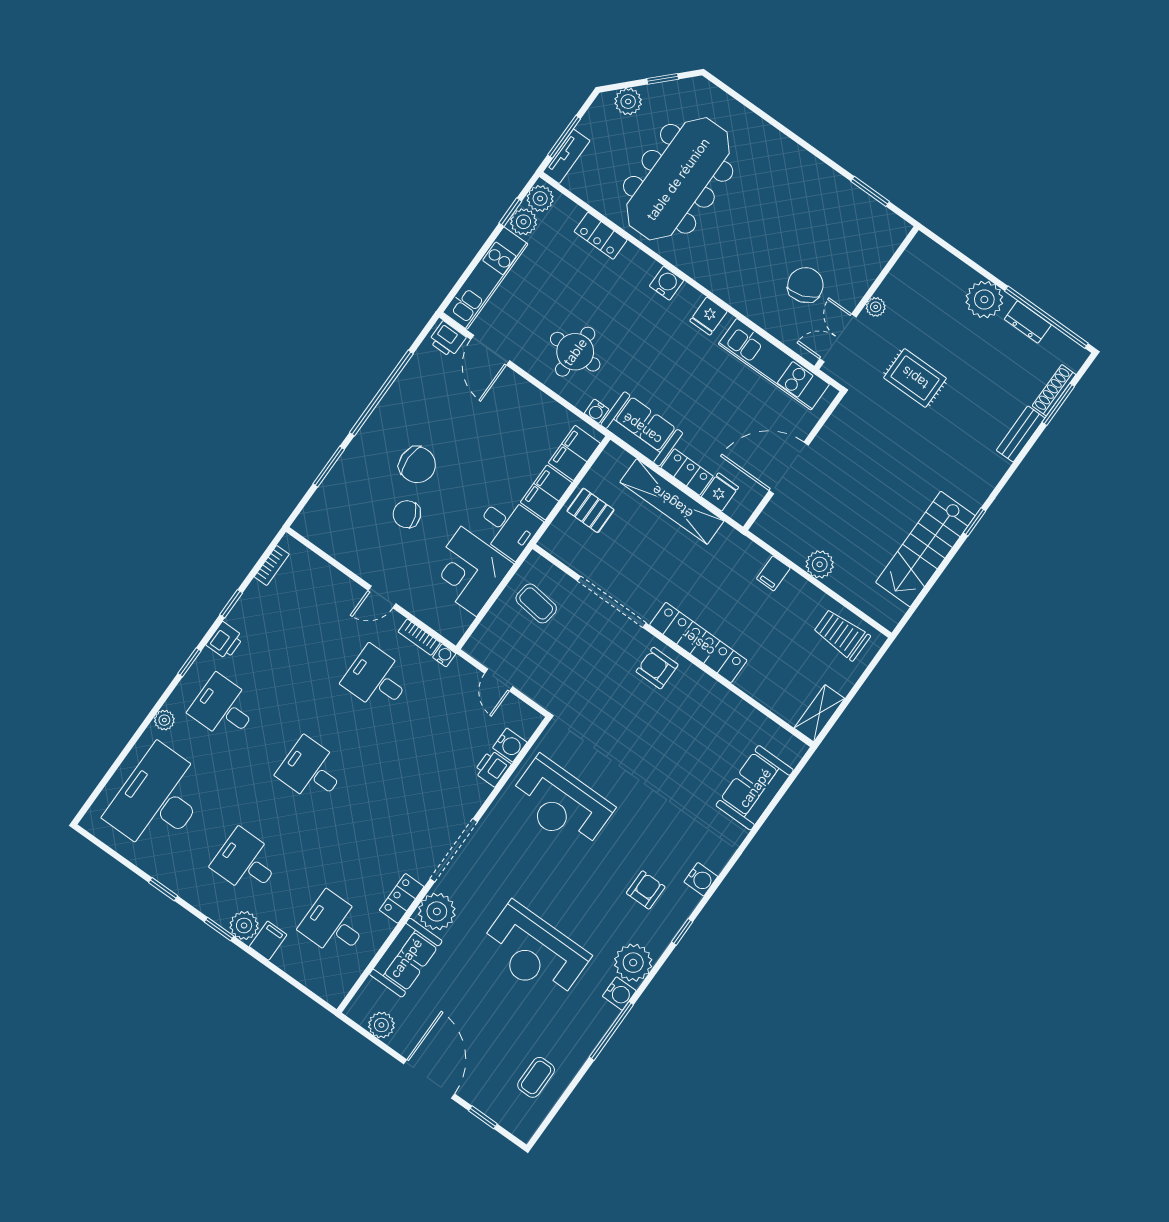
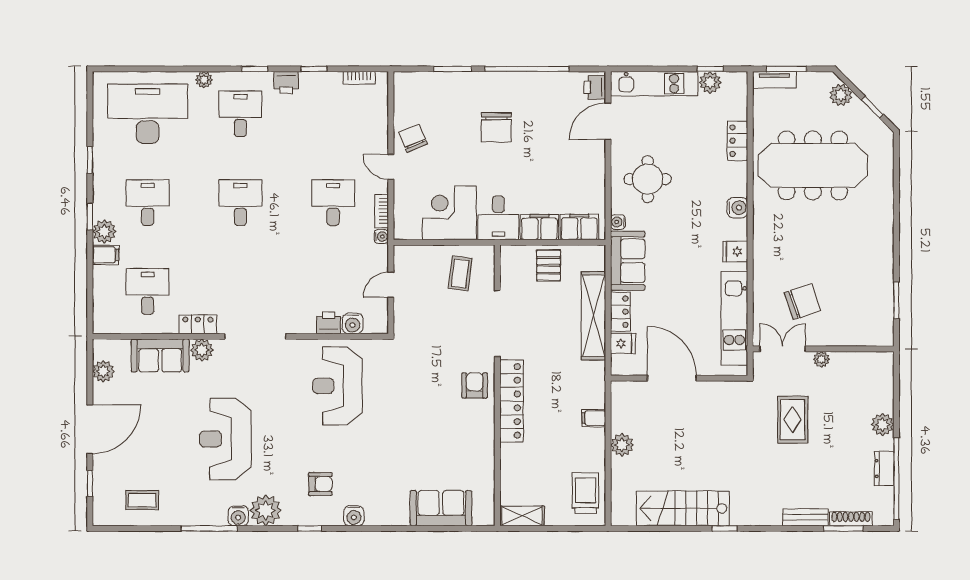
plant: (540, 199) -> (734, 82), removed
plant: (984, 300) -> (883, 425), width x0.73, depth x0.73
chair: (407, 514) -> (413, 138), moved
plant: (437, 911) -> (202, 350), width x0.73, depth x0.73

